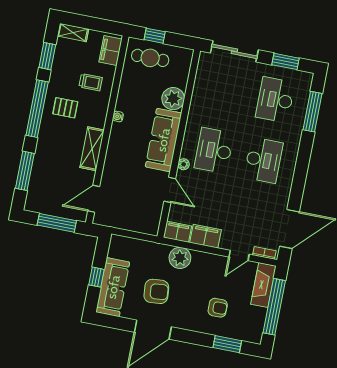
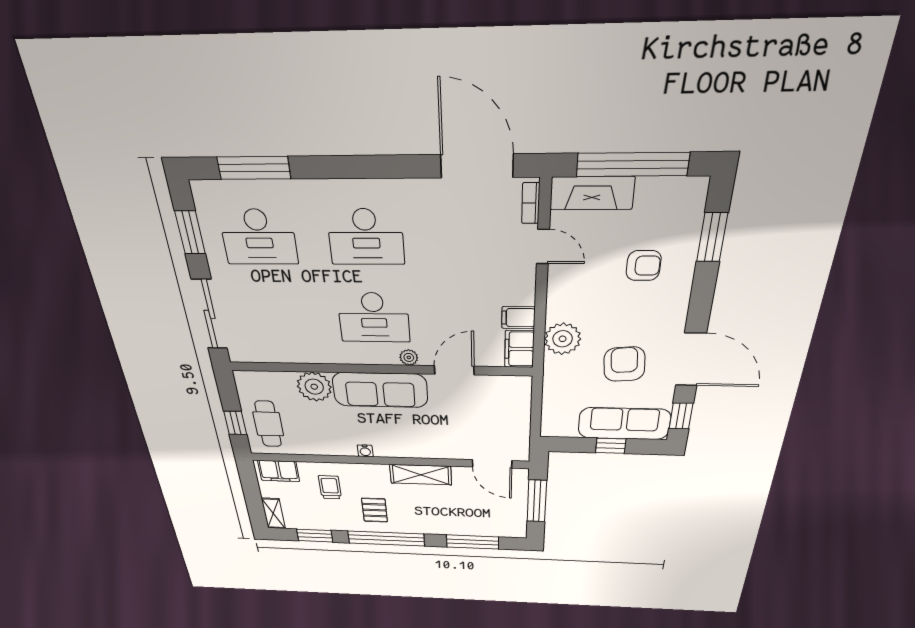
desk: (263, 160) -> (366, 237), turned 180
filing cabinet: (205, 236) -> (518, 318), width x0.50
armchair: (218, 308) -> (644, 266), turned 90
window: (113, 322) -> (681, 416), added

